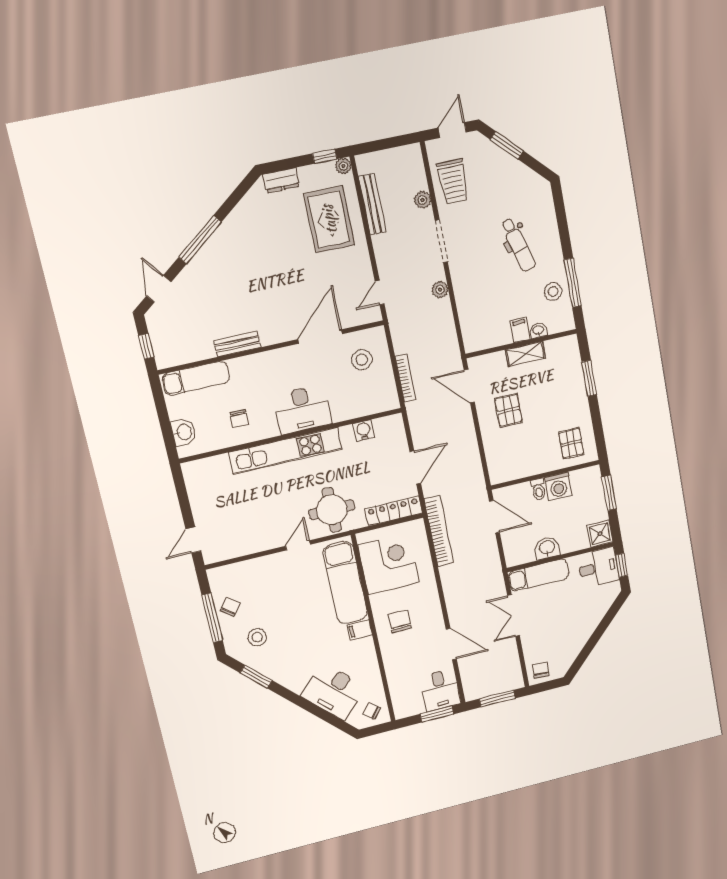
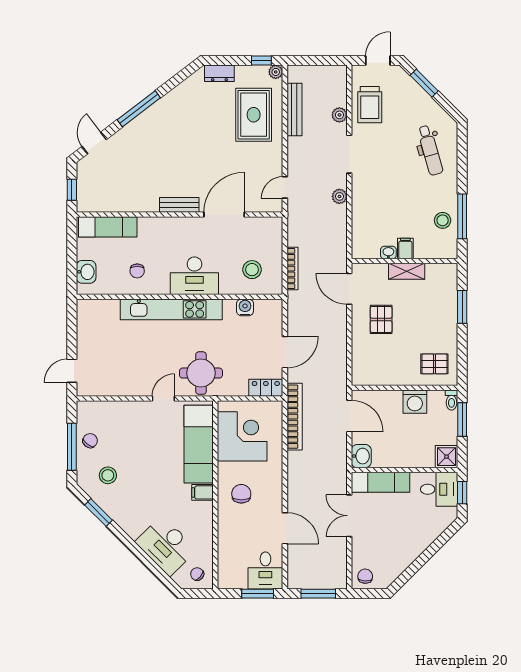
dental chair: (518, 245) -> (430, 150), moved
washbasin: (538, 330) -> (388, 253), moved
bench: (237, 344) -> (179, 205), moved
stool: (362, 360) -> (252, 270), moved
pallet: (571, 443) -> (434, 364), turned 90
toilet: (538, 489) -> (452, 400), moved
locker: (394, 511) -> (266, 388), width x0.66
washbasin: (547, 548) -> (361, 456), moved, turned 90

